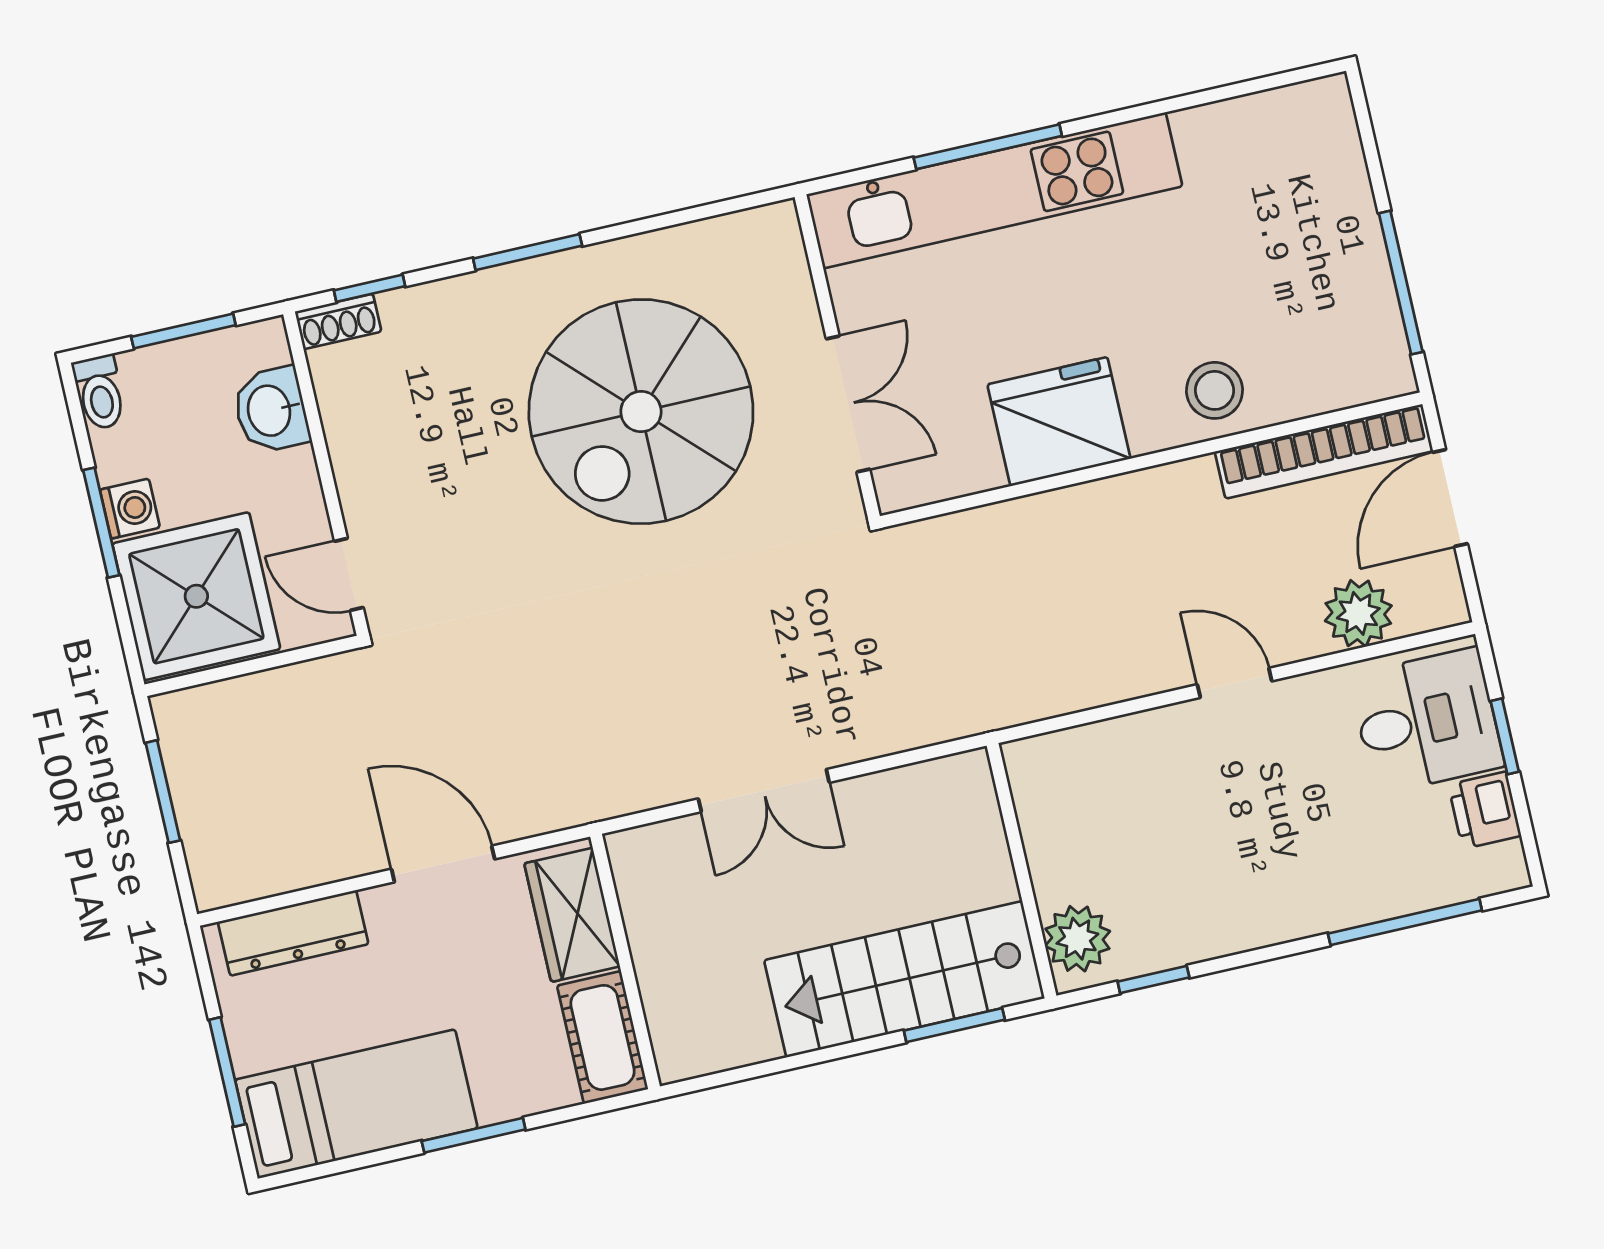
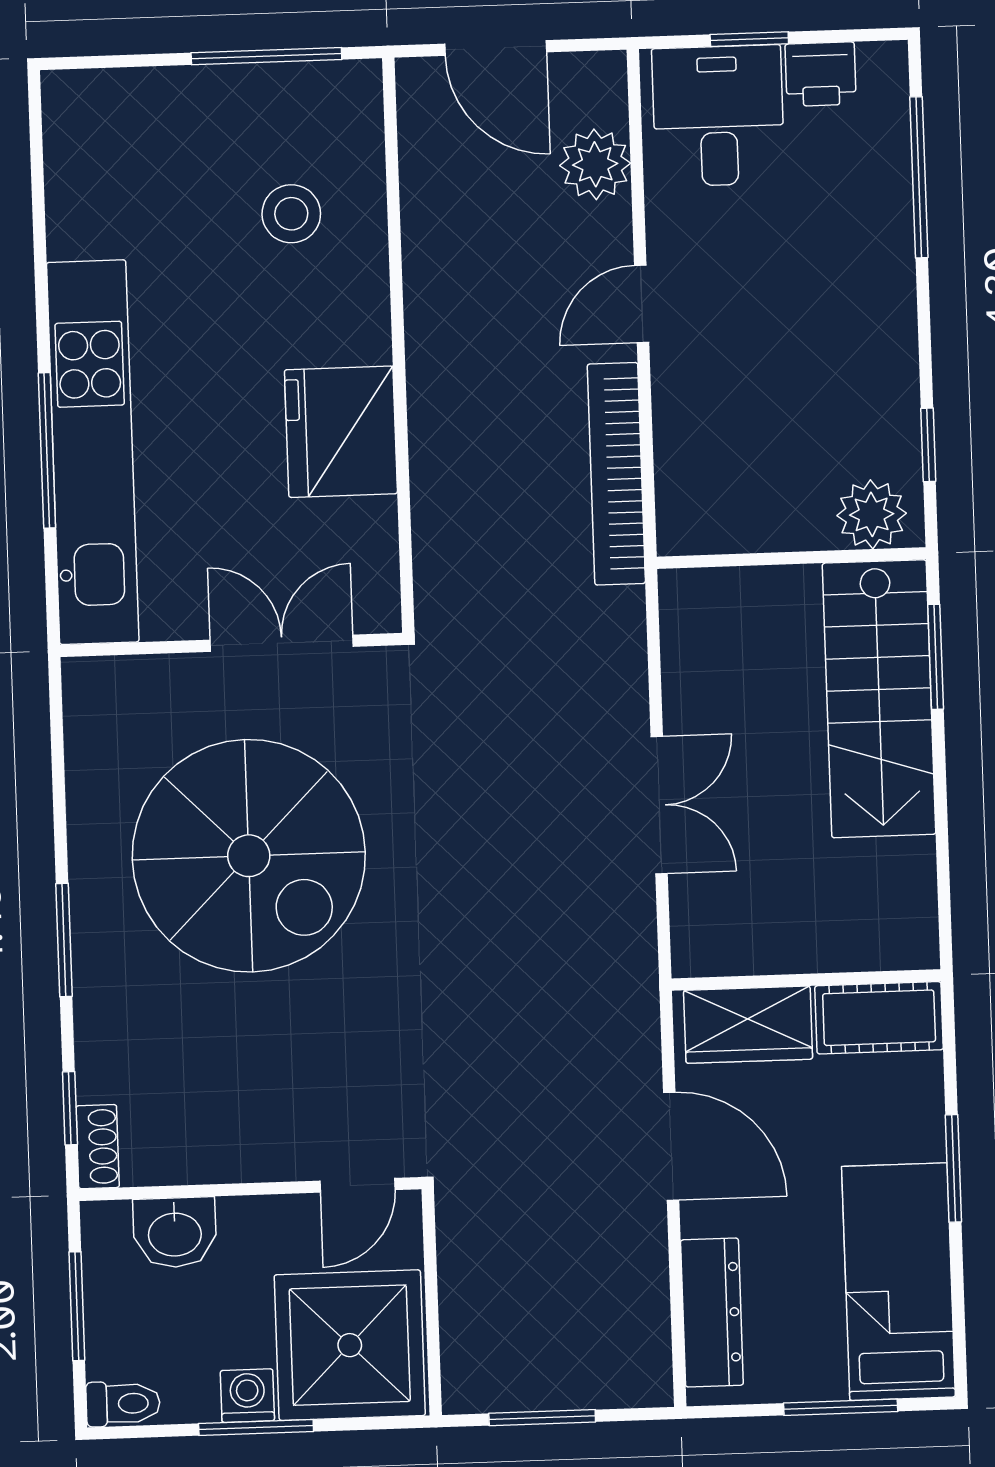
stool: (1214, 390) -> (291, 214), moved
bookcase: (1324, 451) -> (616, 474), moved, turned 180
door: (443, 864) -> (671, 1146), swing flipped

